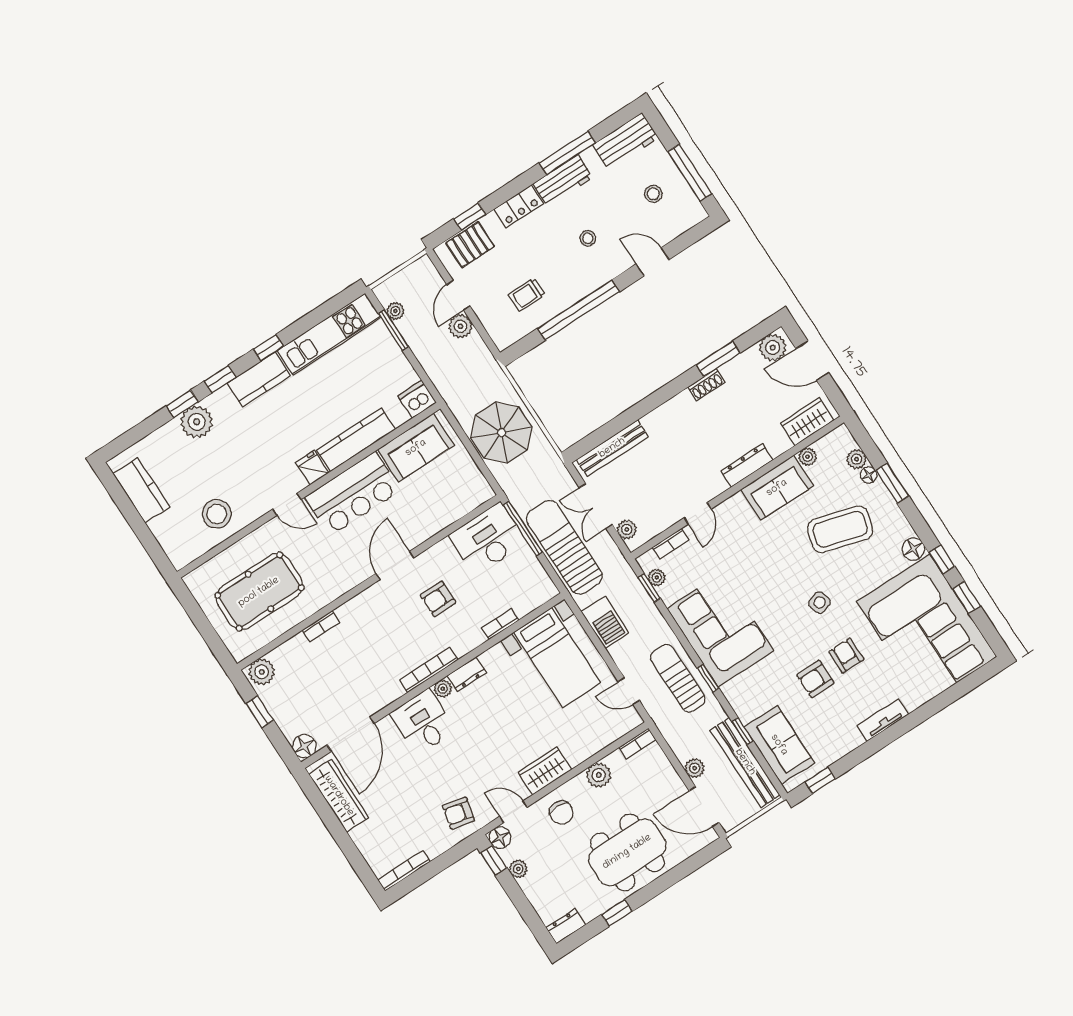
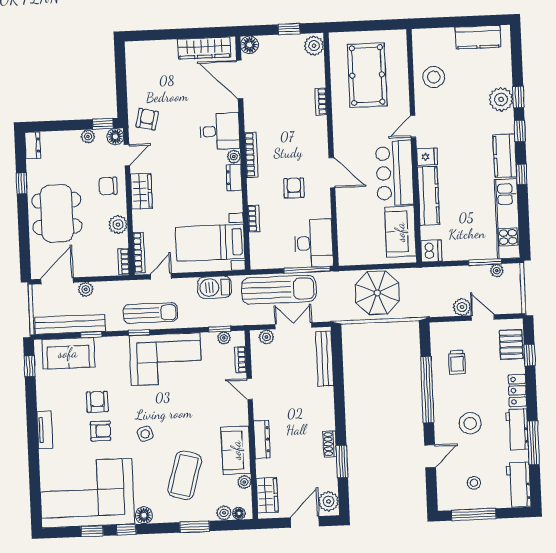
stool: (588, 238) -> (470, 423), width x1.89, depth x1.89
trolley: (527, 295) -> (457, 362), turned 180
floor lamp: (869, 475) -> (239, 513), moved
bookcase: (404, 871) -> (139, 252), moved

